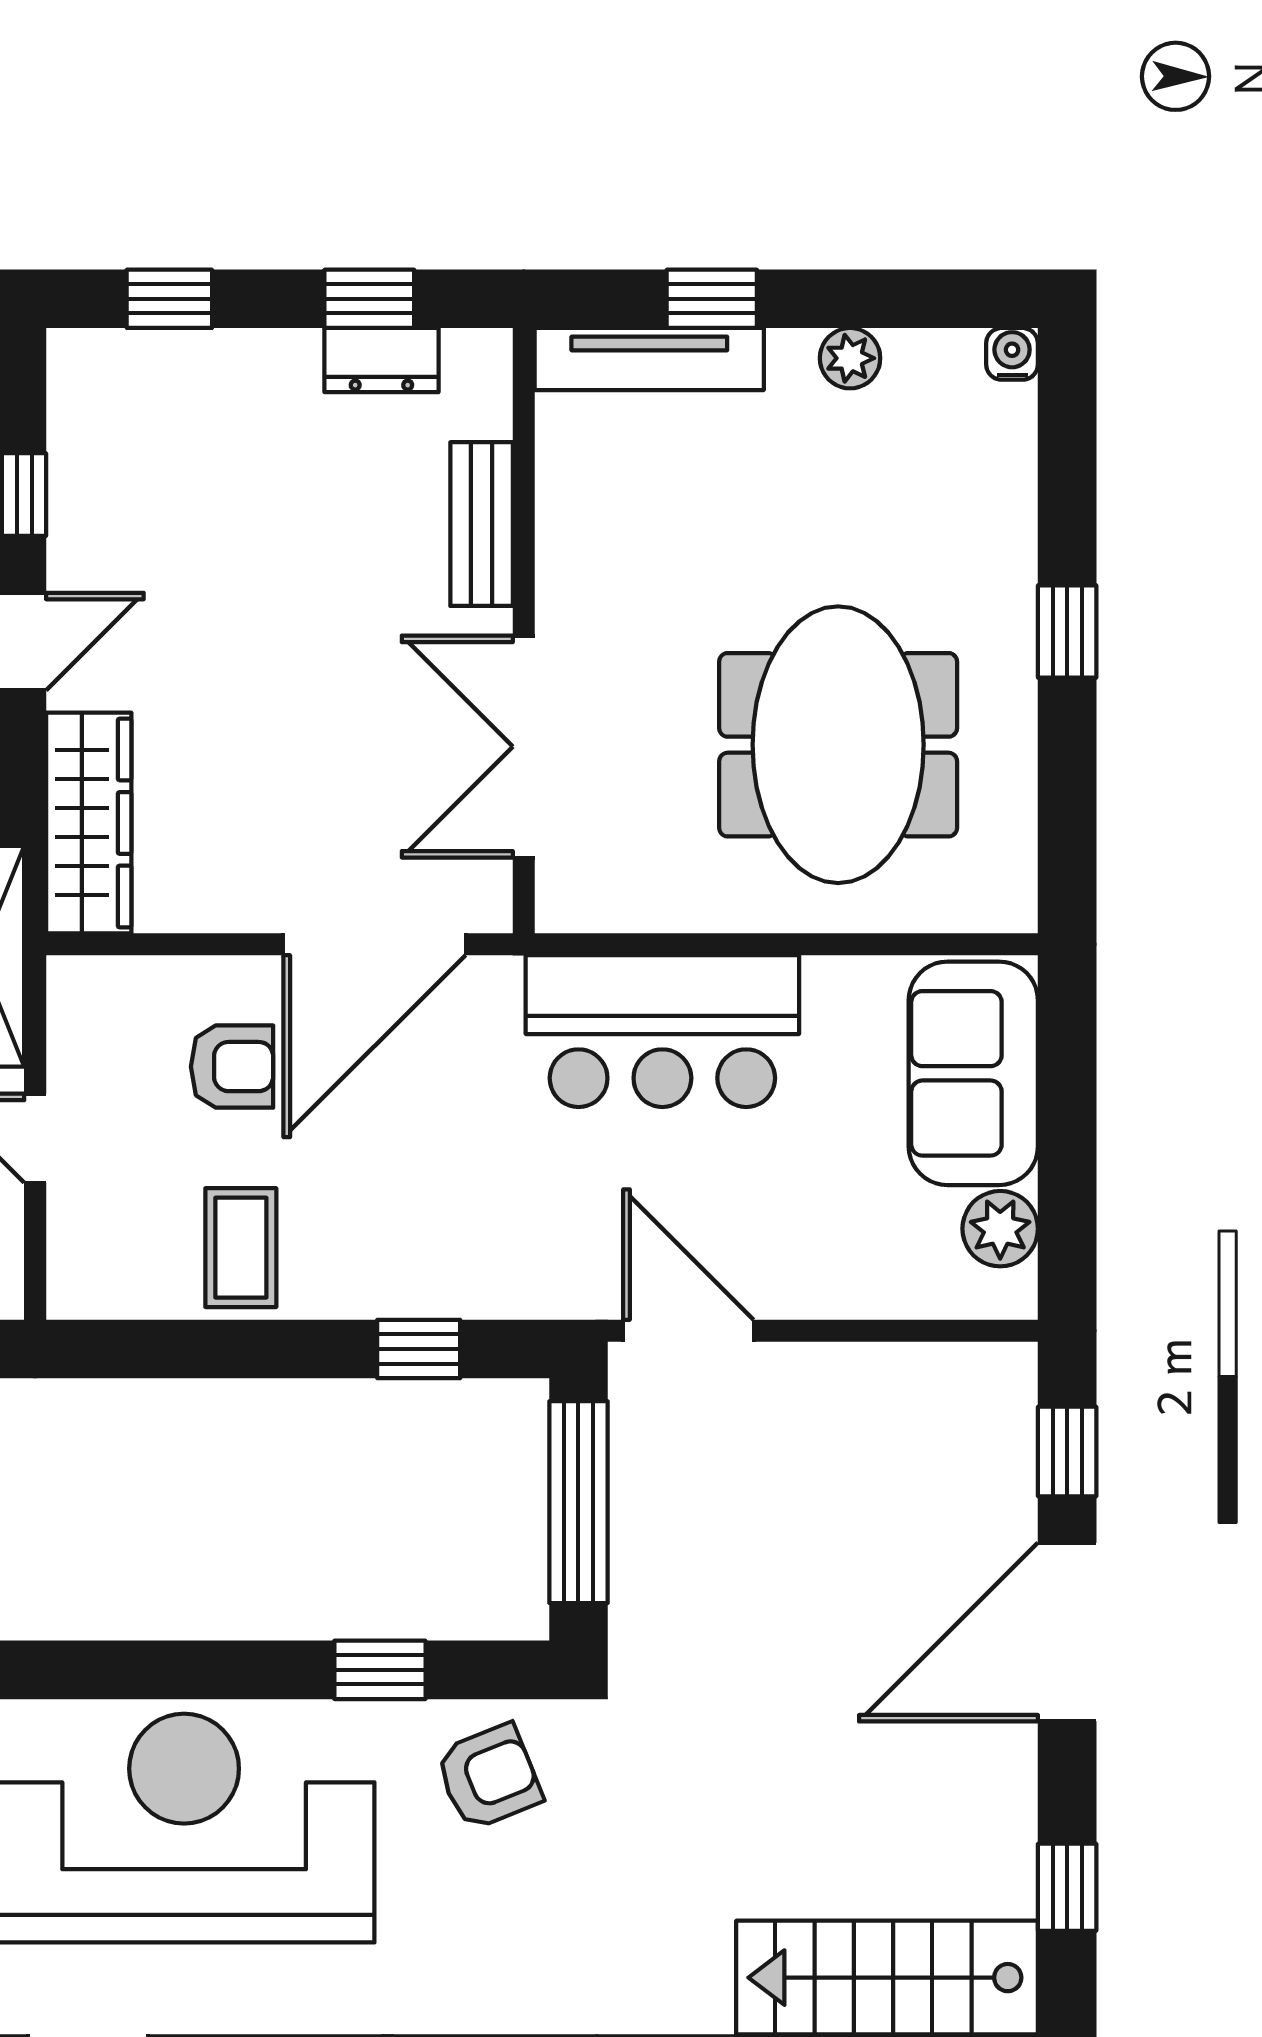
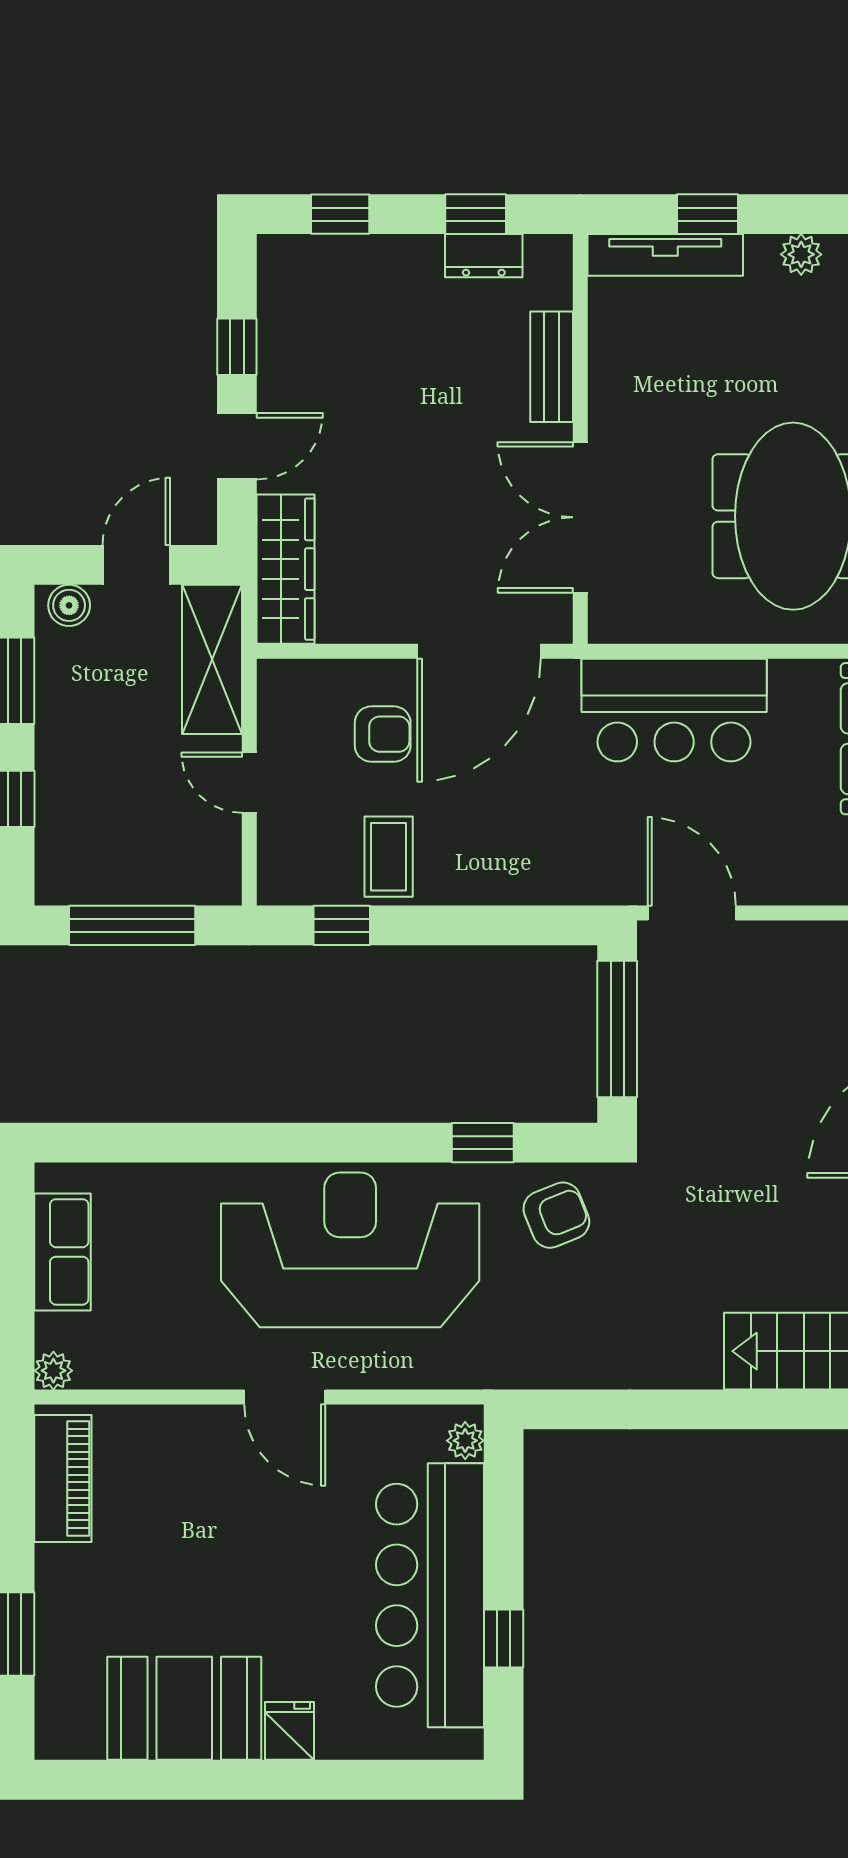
window: (419, 1349) -> (342, 925), moved

